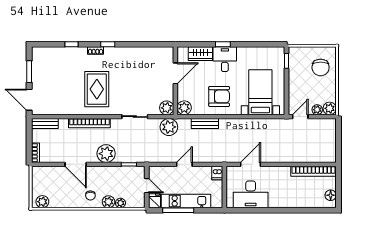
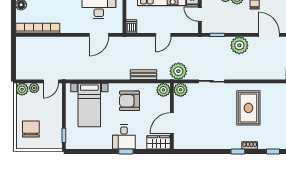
wardrobe: (200, 54) -> (159, 142), moved
bookcase: (89, 123) -> (256, 75), removed

